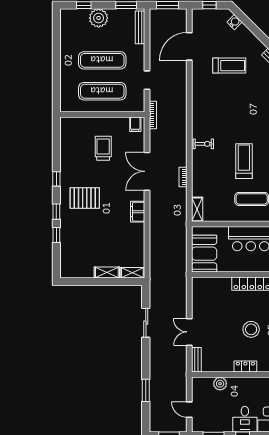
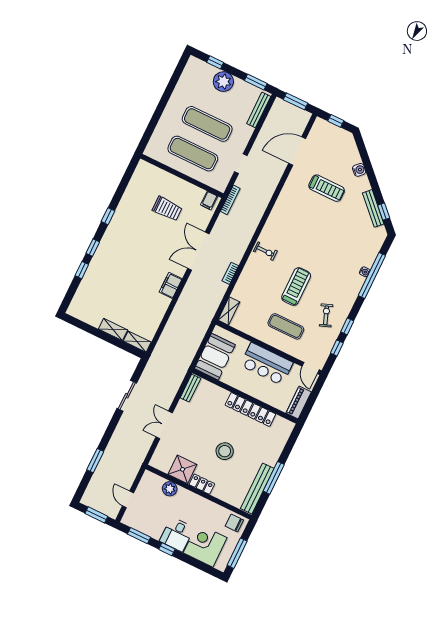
water cooler: (234, 22) -> (359, 170), moved
trolley: (103, 148) -> (167, 209), turned 90
pallet: (85, 198) -> (126, 248), removed
bench: (196, 360) -> (190, 388), moved
shower: (223, 362) -> (182, 469), added

